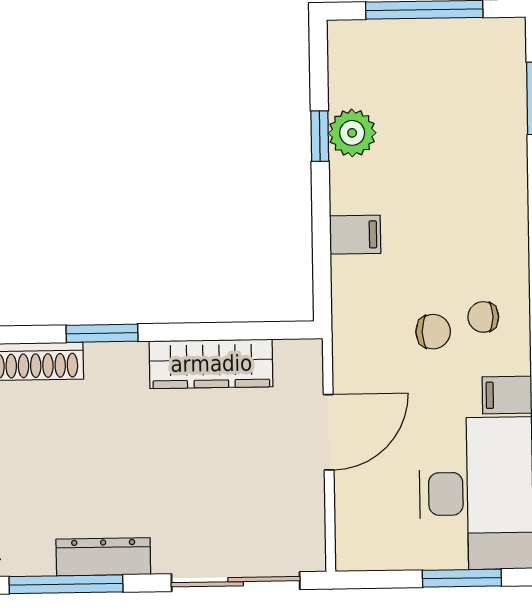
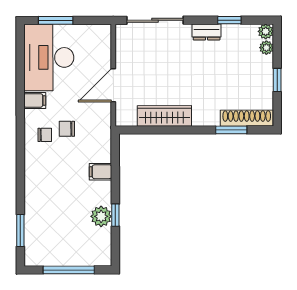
window: (102, 333) -> (231, 130), moved
dresser: (103, 557) -> (207, 32), width x0.70
window: (66, 584) -> (229, 20), width x0.46

